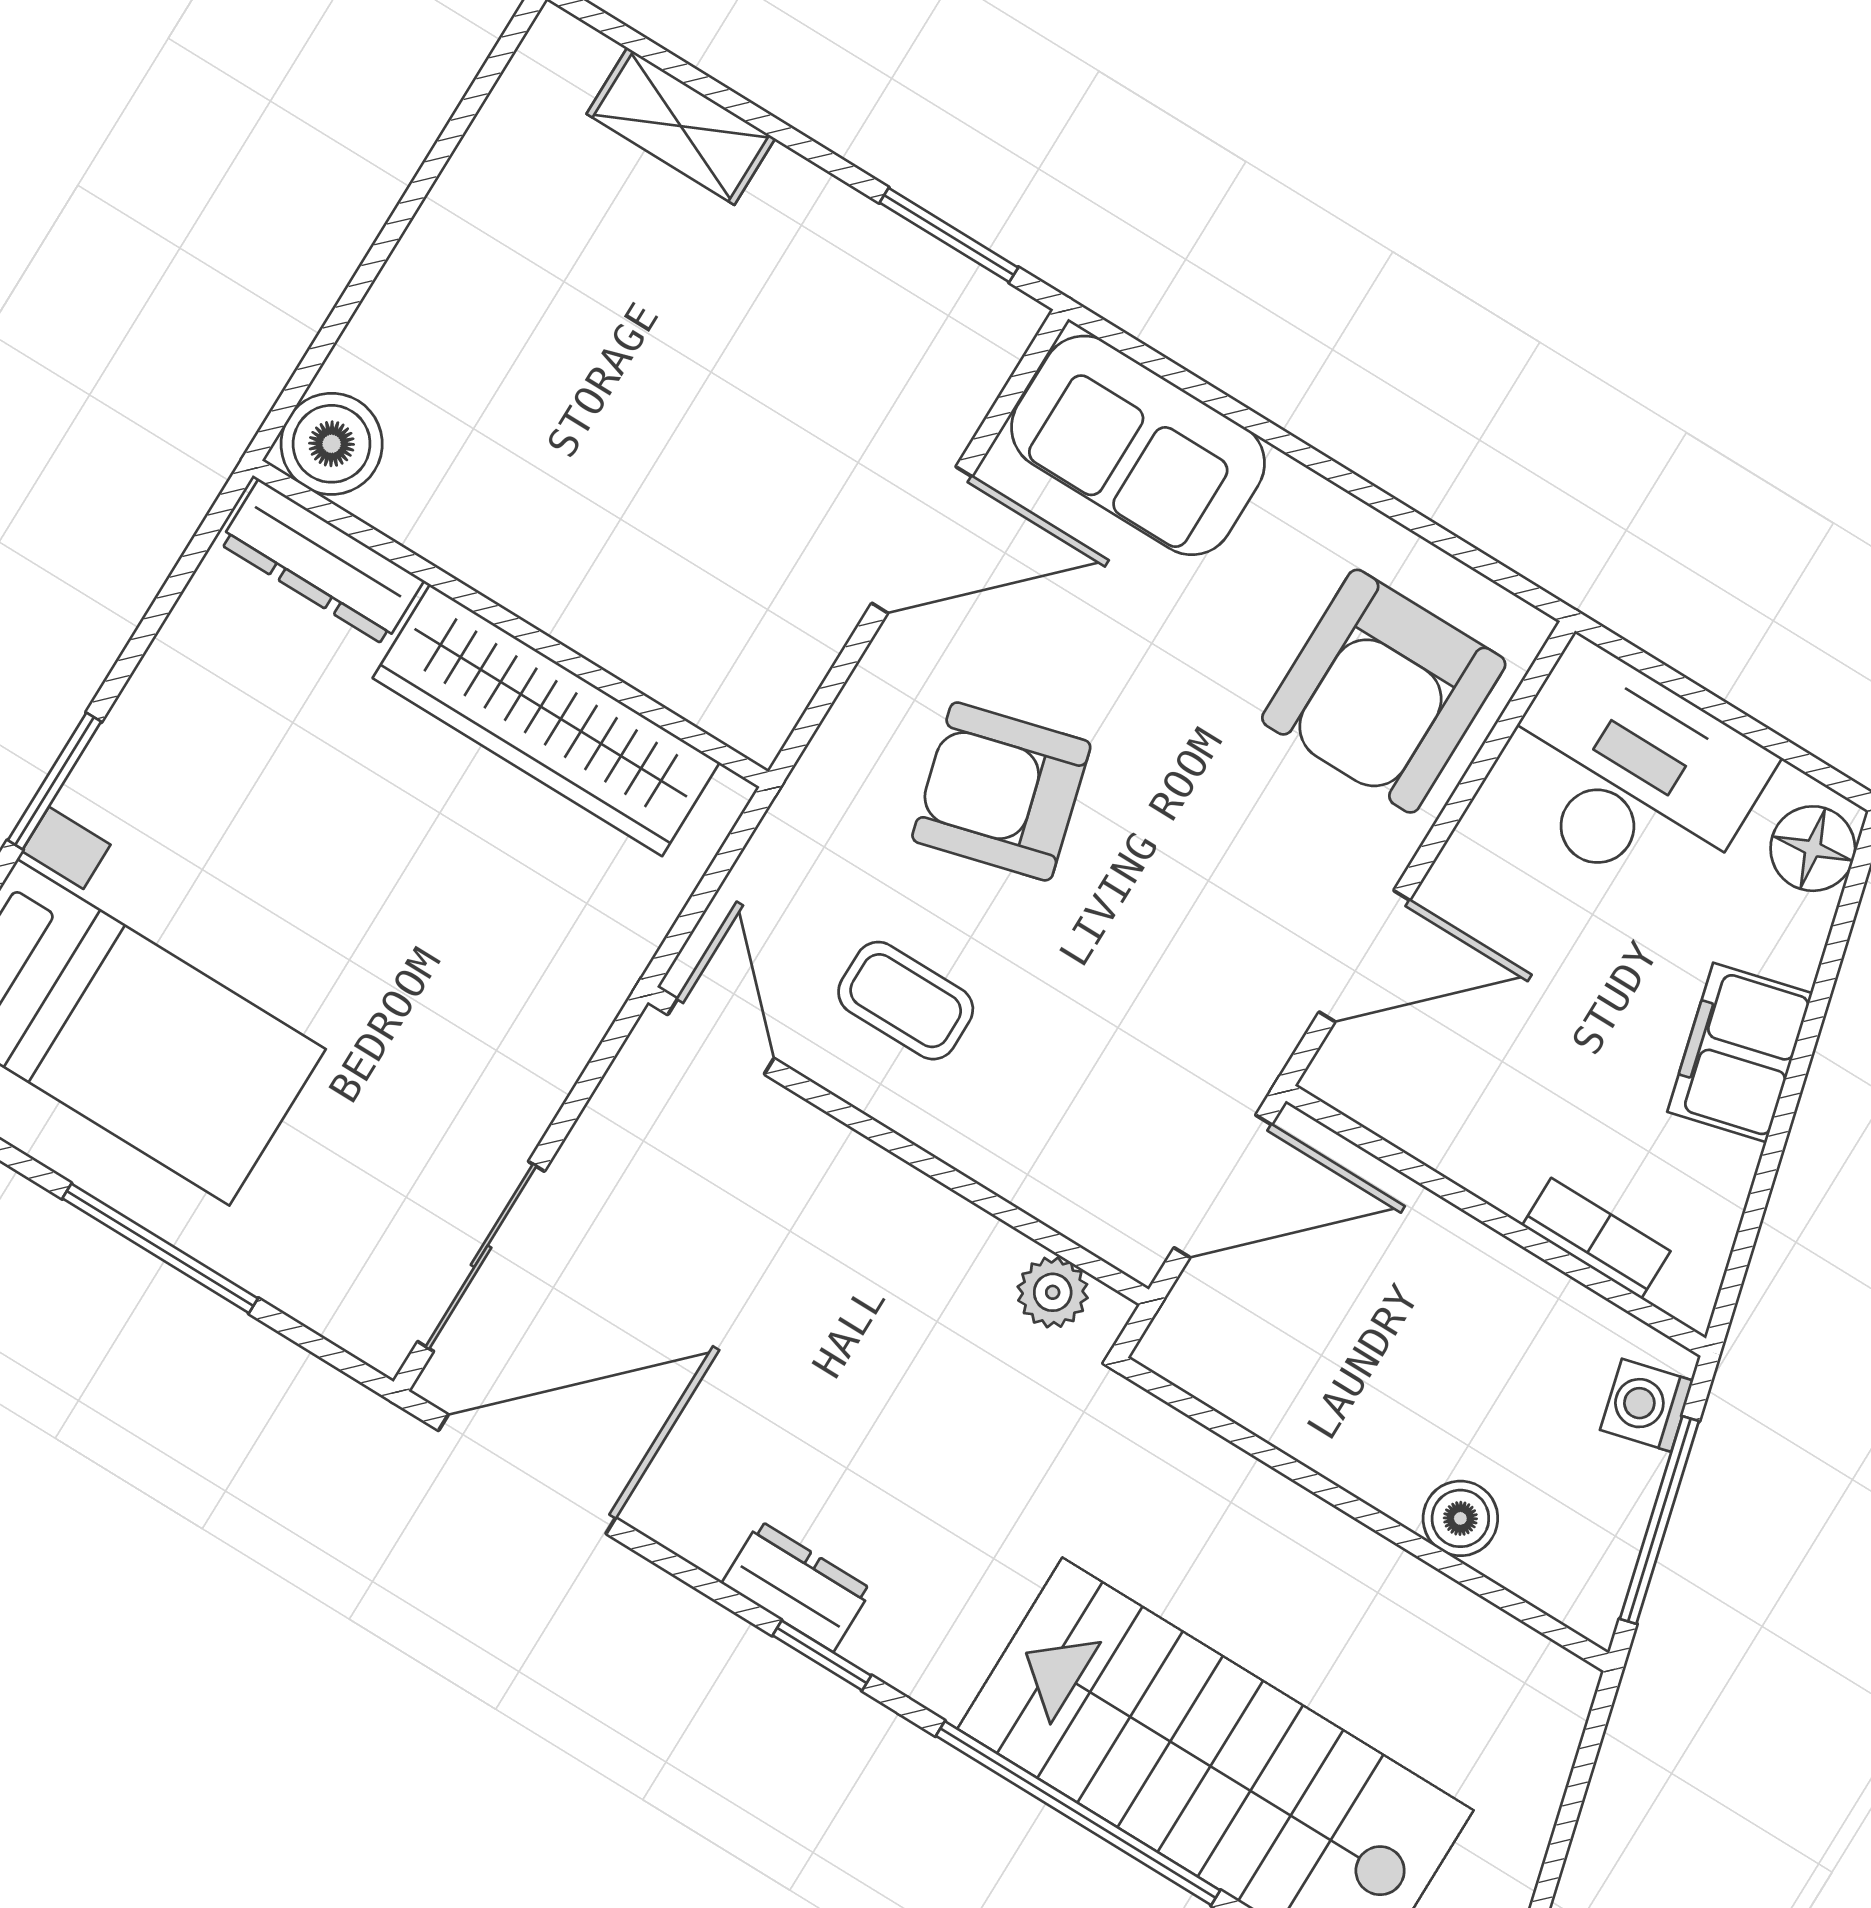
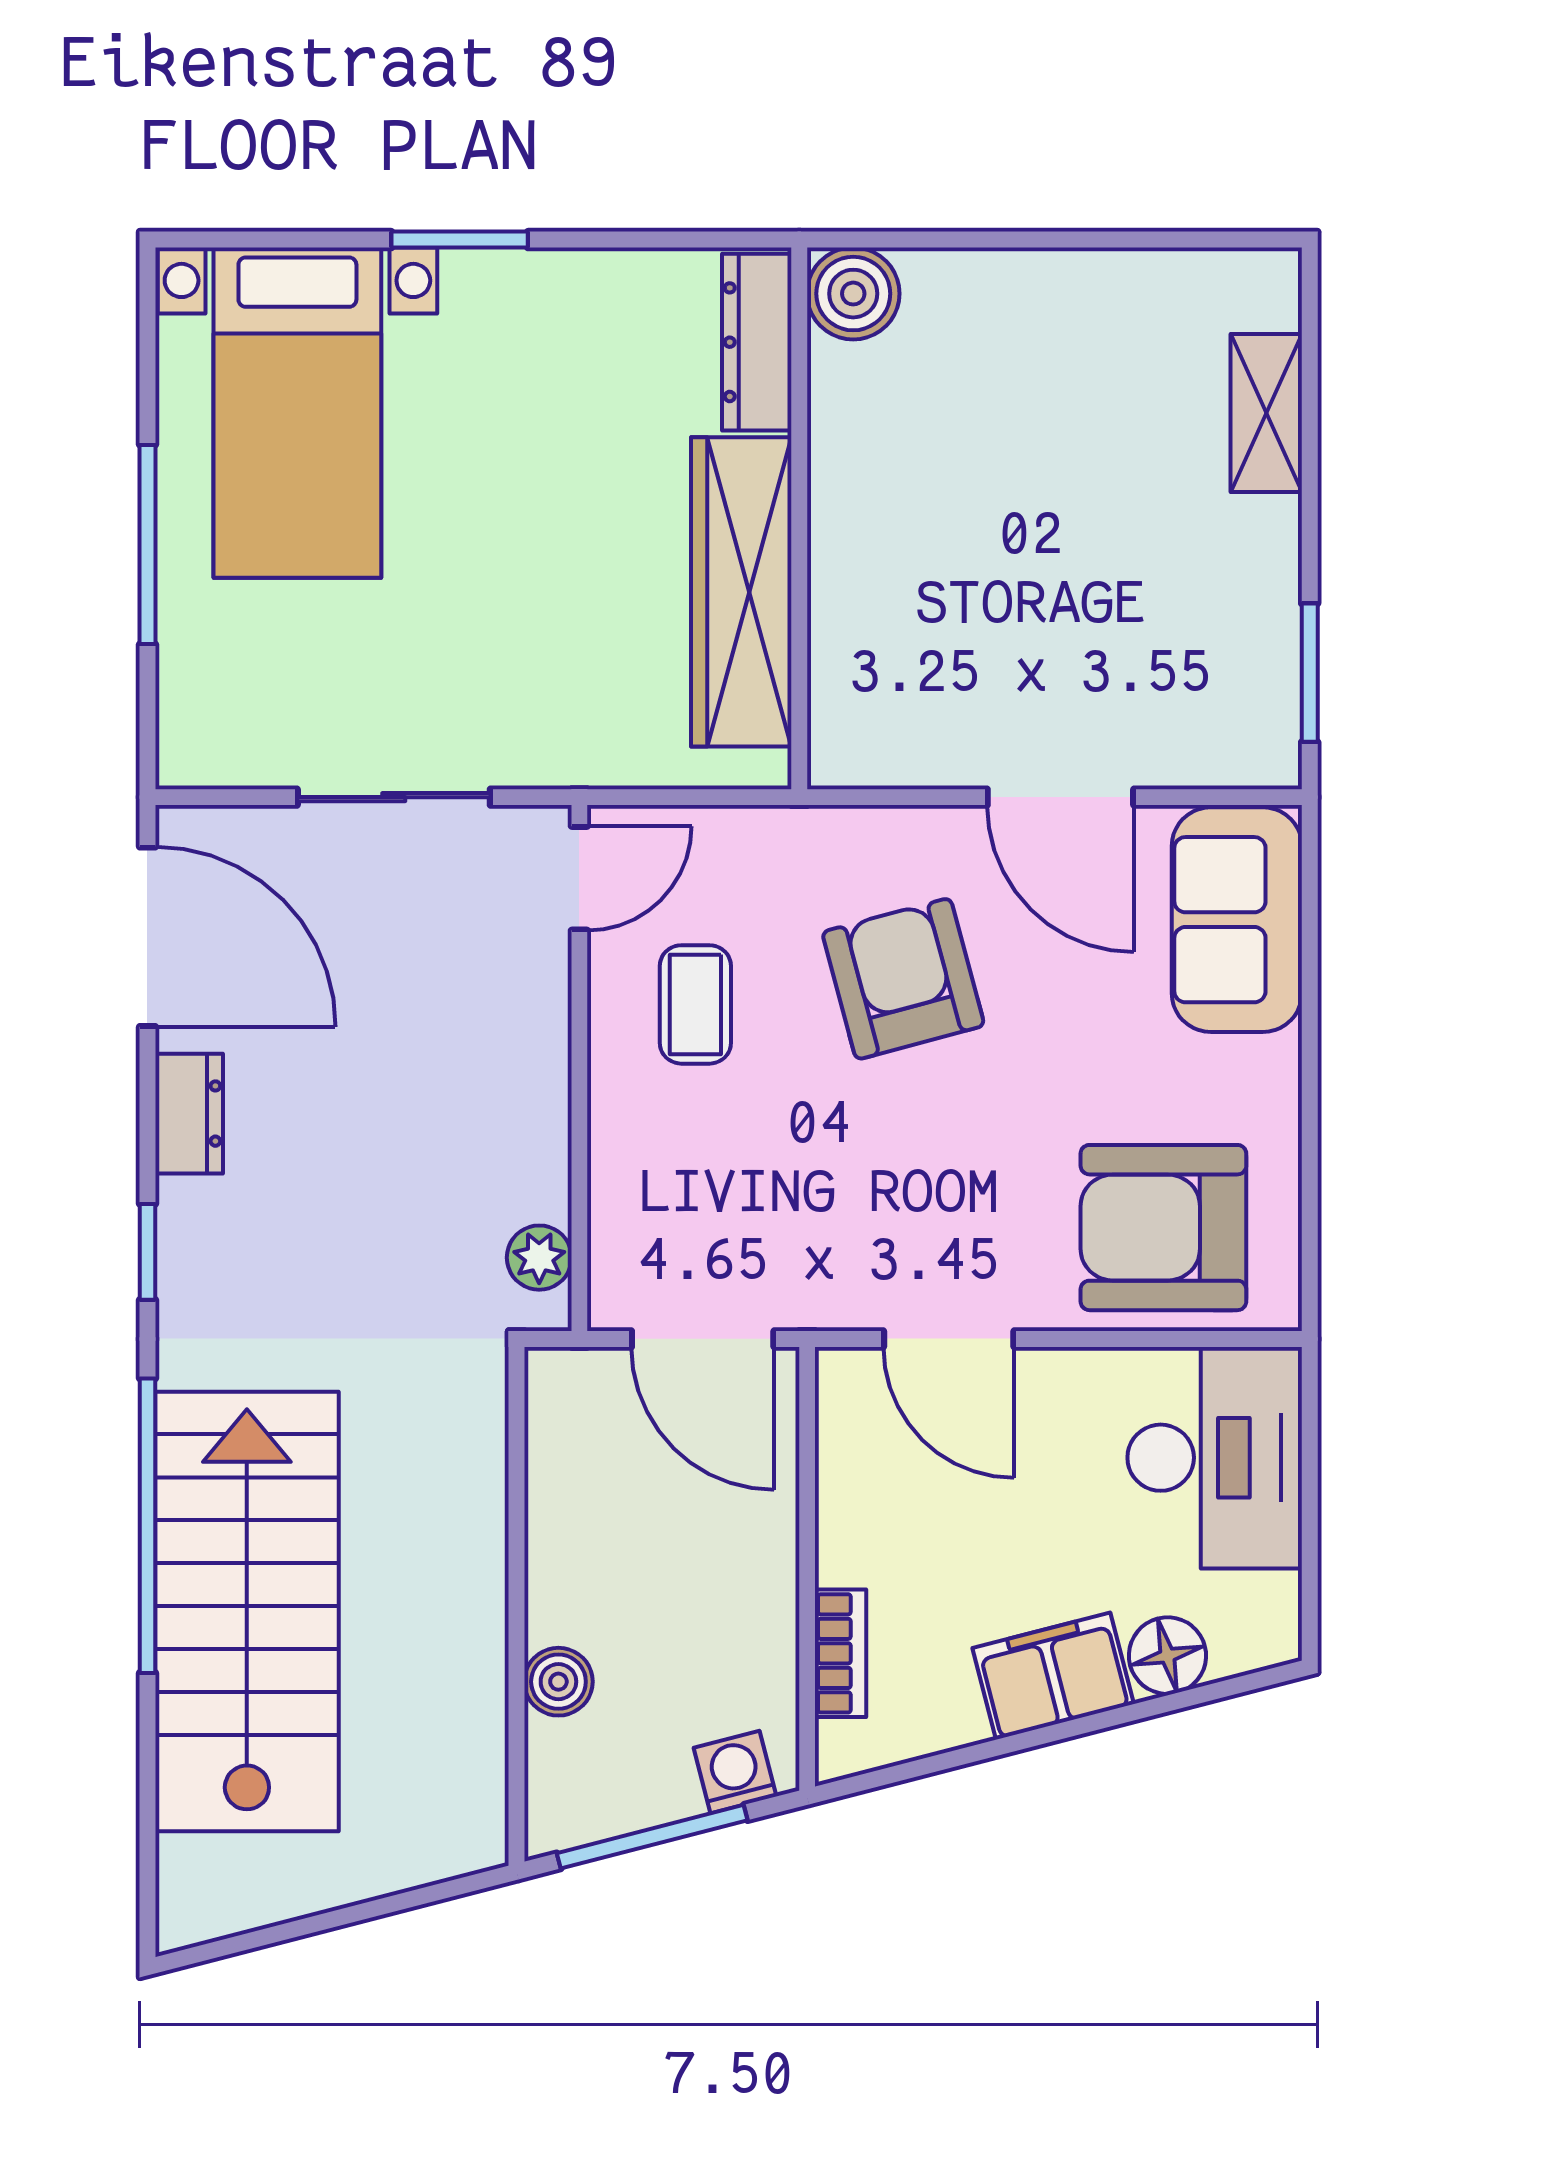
floor lamp: (1813, 849) -> (1167, 1656), moved
sliding door: (481, 1256) -> (394, 797), moved
dresser: (797, 1586) -> (189, 1114), moved

